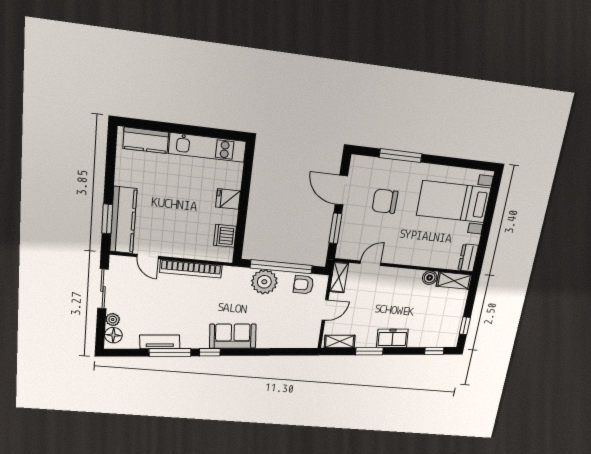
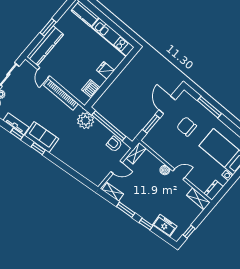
window: (107, 219) -> (48, 27), moved
door: (371, 263) -> (179, 174), moved
boiler: (430, 278) -> (165, 170), moved
plant: (264, 282) -> (86, 121), moved
sofa: (233, 336) -> (42, 137), moved
freezer: (392, 338) -> (165, 226), moved
window: (434, 351) -> (146, 224), moved
window: (170, 352) -> (17, 134), width x0.46

